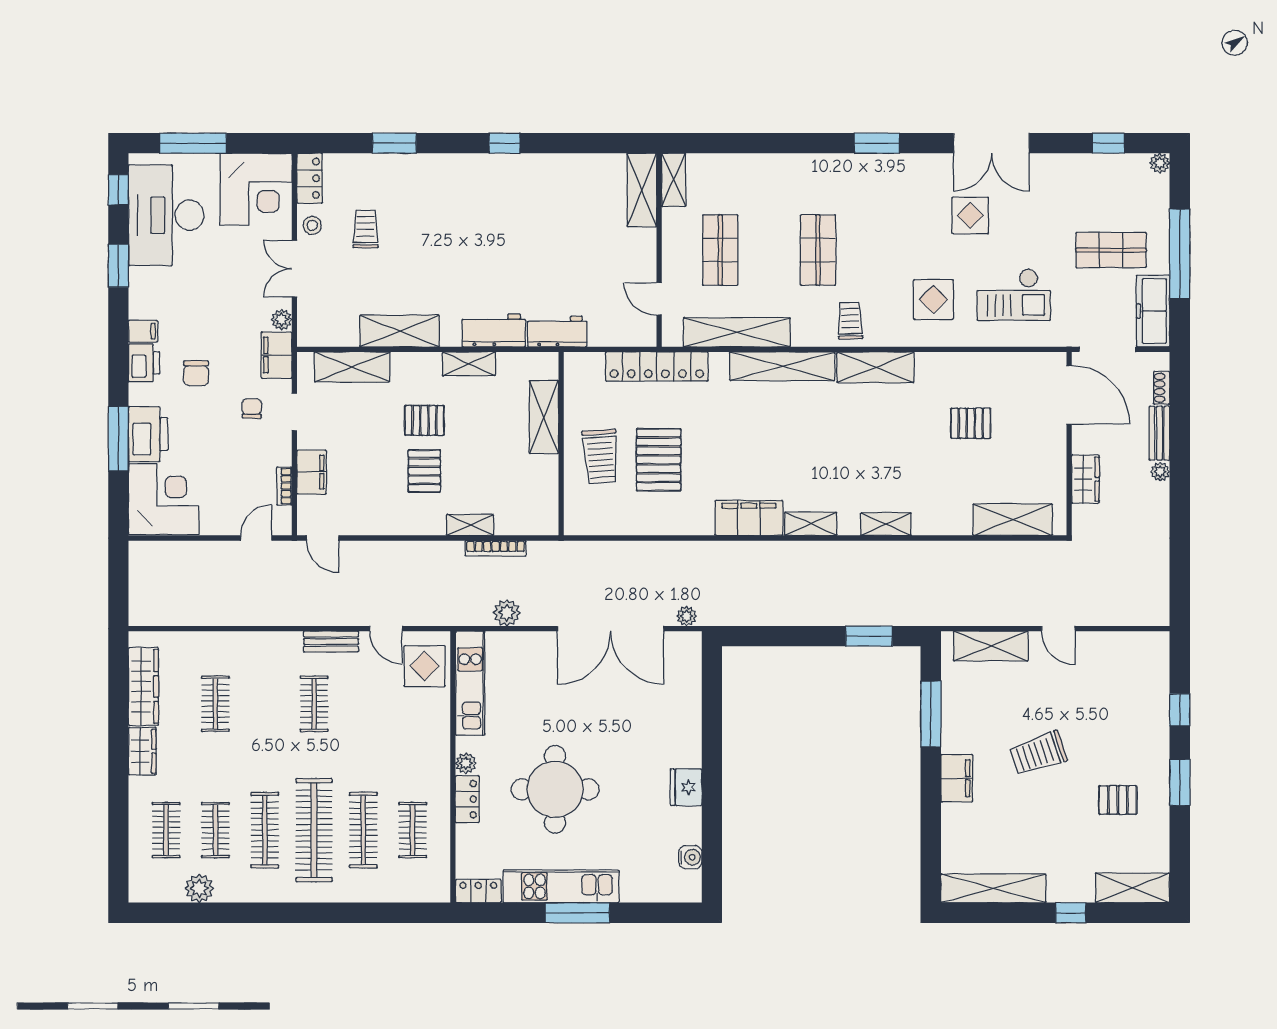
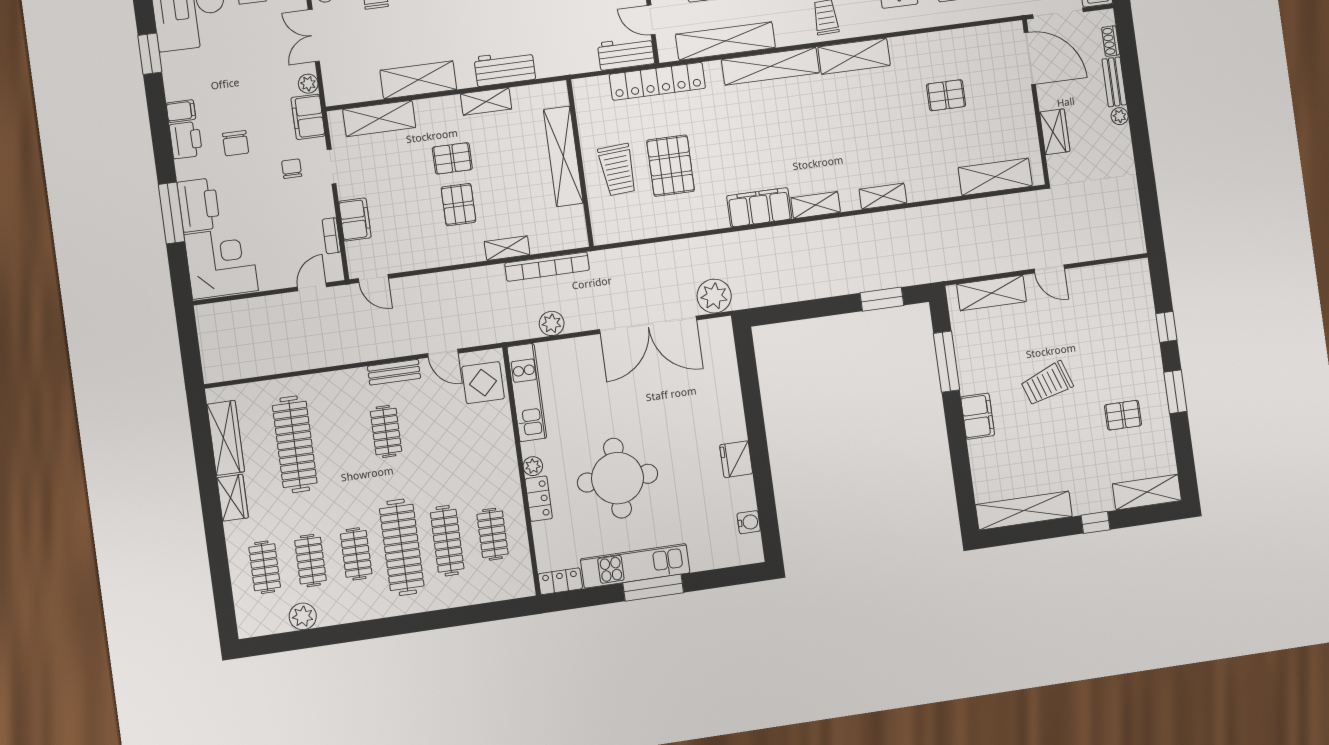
workbench: (557, 332) -> (626, 53), moved
shelving: (544, 417) -> (563, 156), width x1.47
bookcase: (496, 548) -> (547, 267), width x1.48, depth x1.31
plant: (687, 616) -> (714, 296), width x1.87, depth x1.87
clothes rail: (215, 704) -> (295, 444), width x1.86, depth x1.31
clothes rail: (265, 830) -> (356, 554), width x0.73

